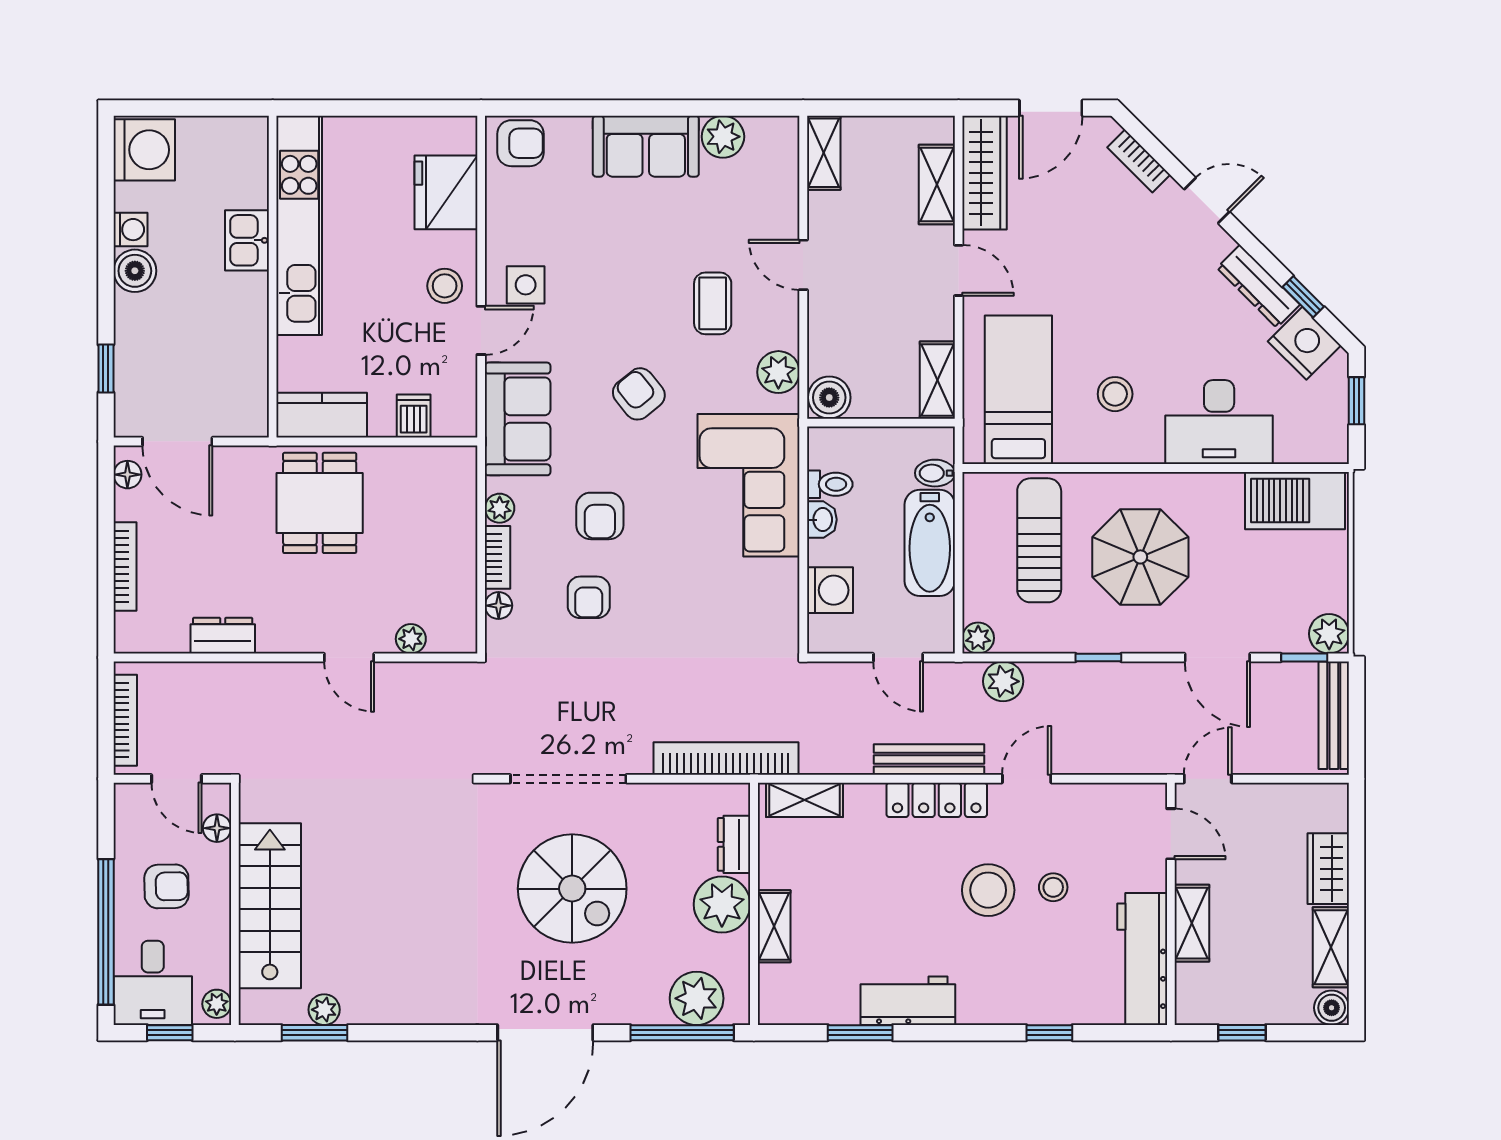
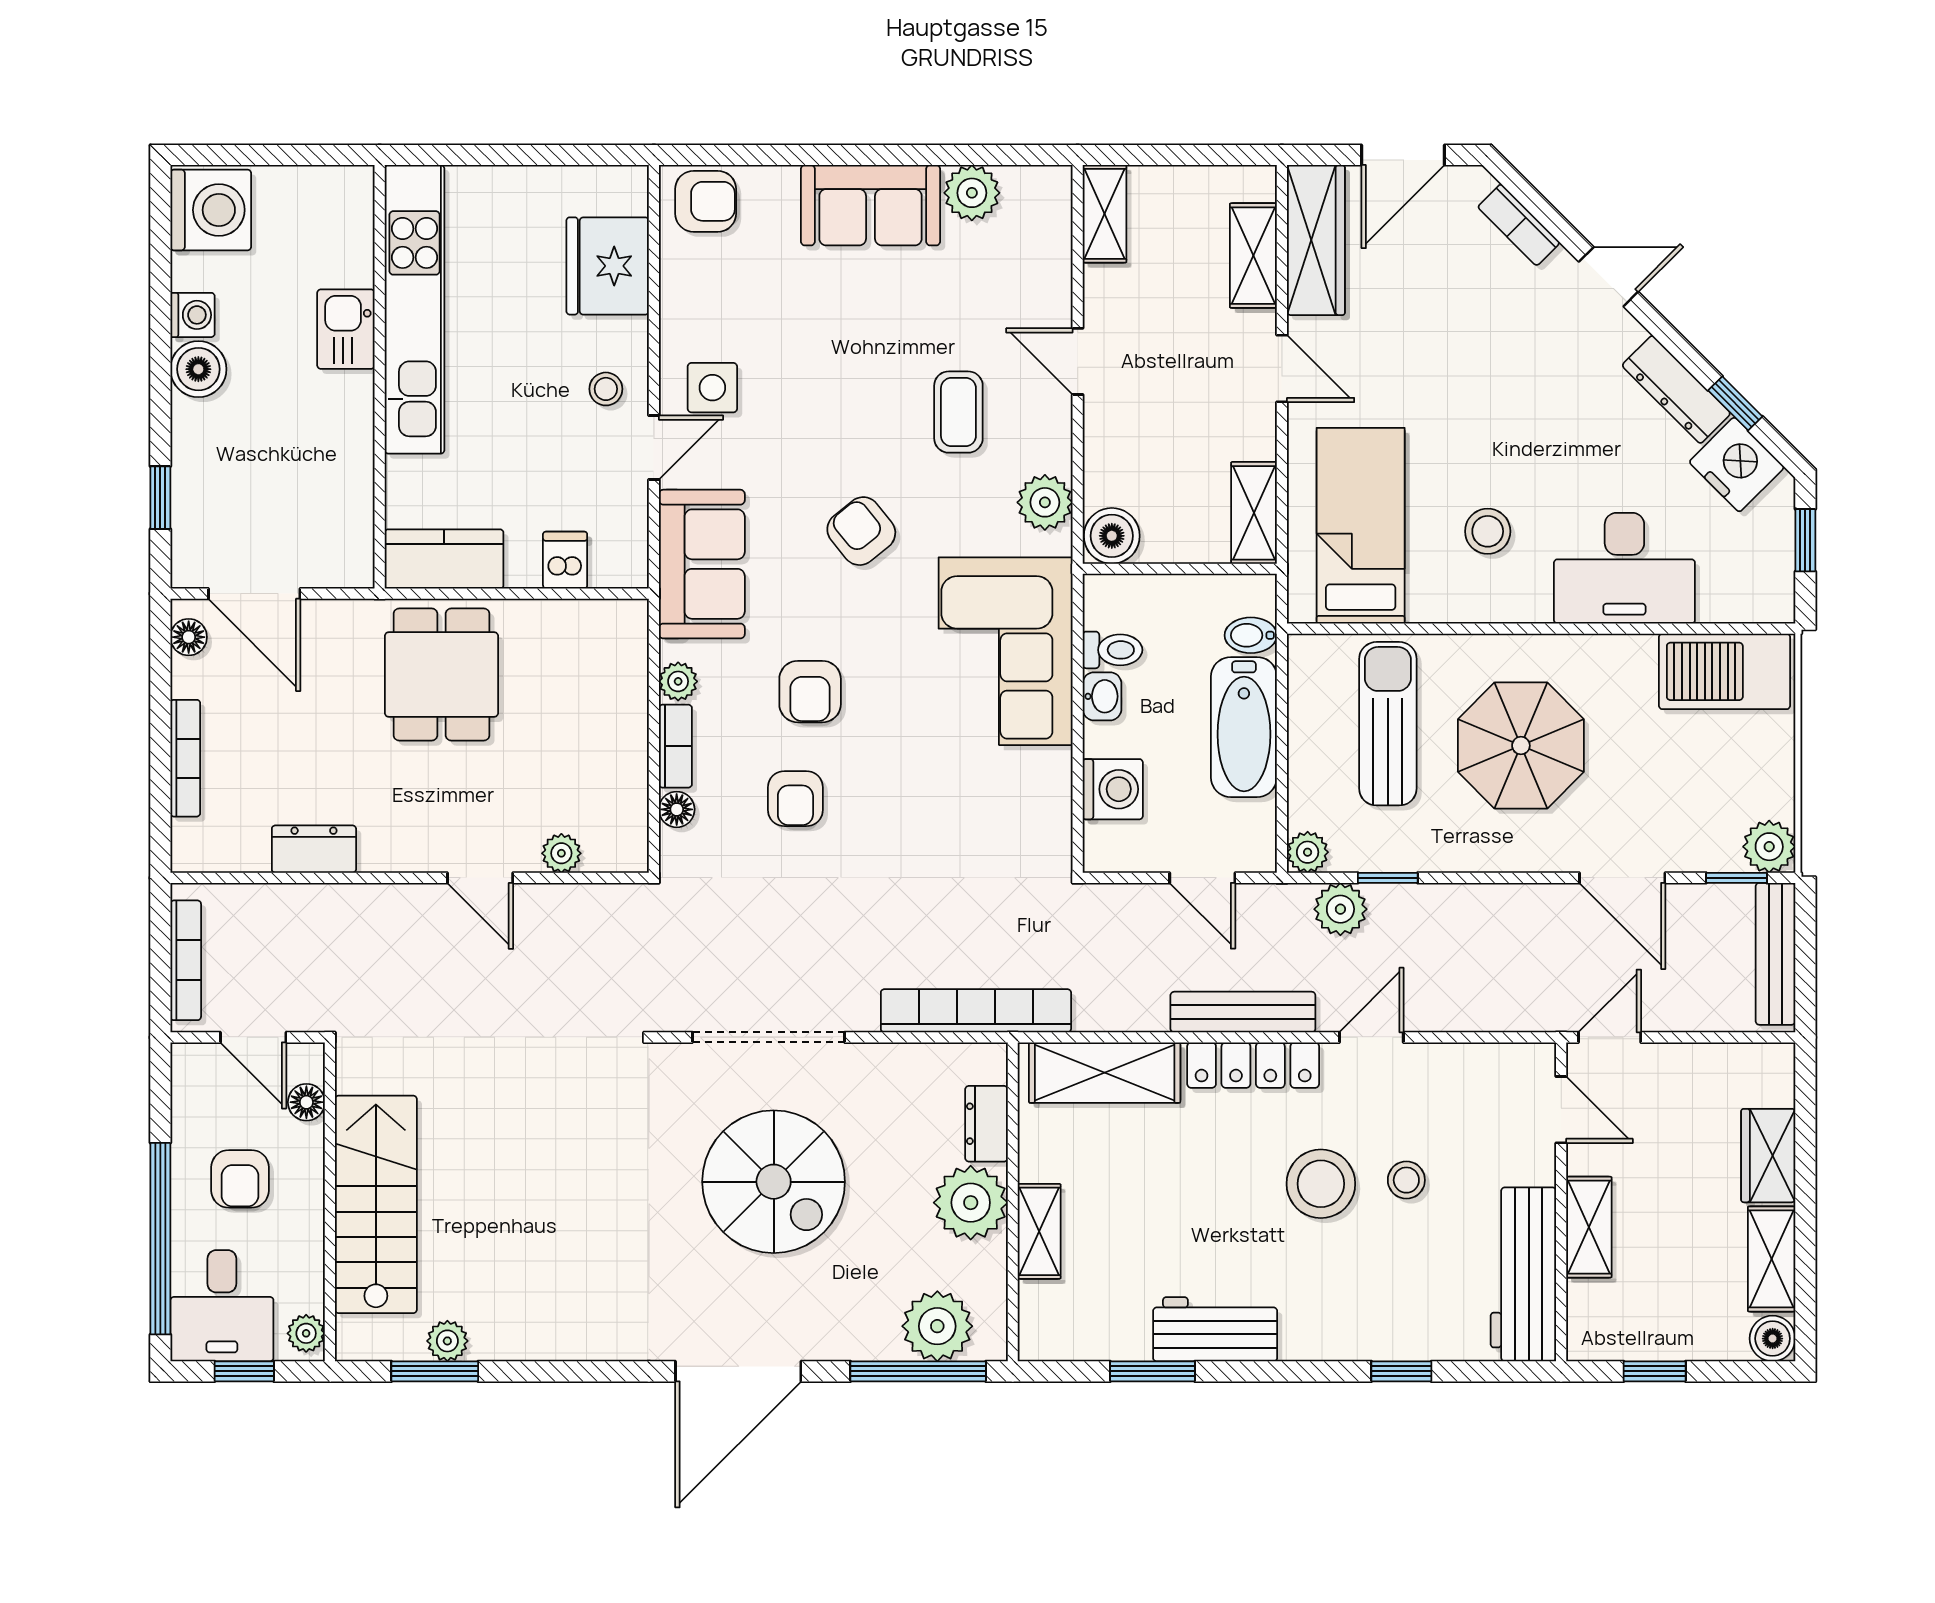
stool: (445, 286) -> (606, 389), width x0.73, depth x0.73
window: (1098, 658) -> (1388, 878), moved
shelving: (805, 800) -> (1105, 1073), width x1.50, depth x1.33
armchair: (167, 886) -> (240, 1179), turned 91

